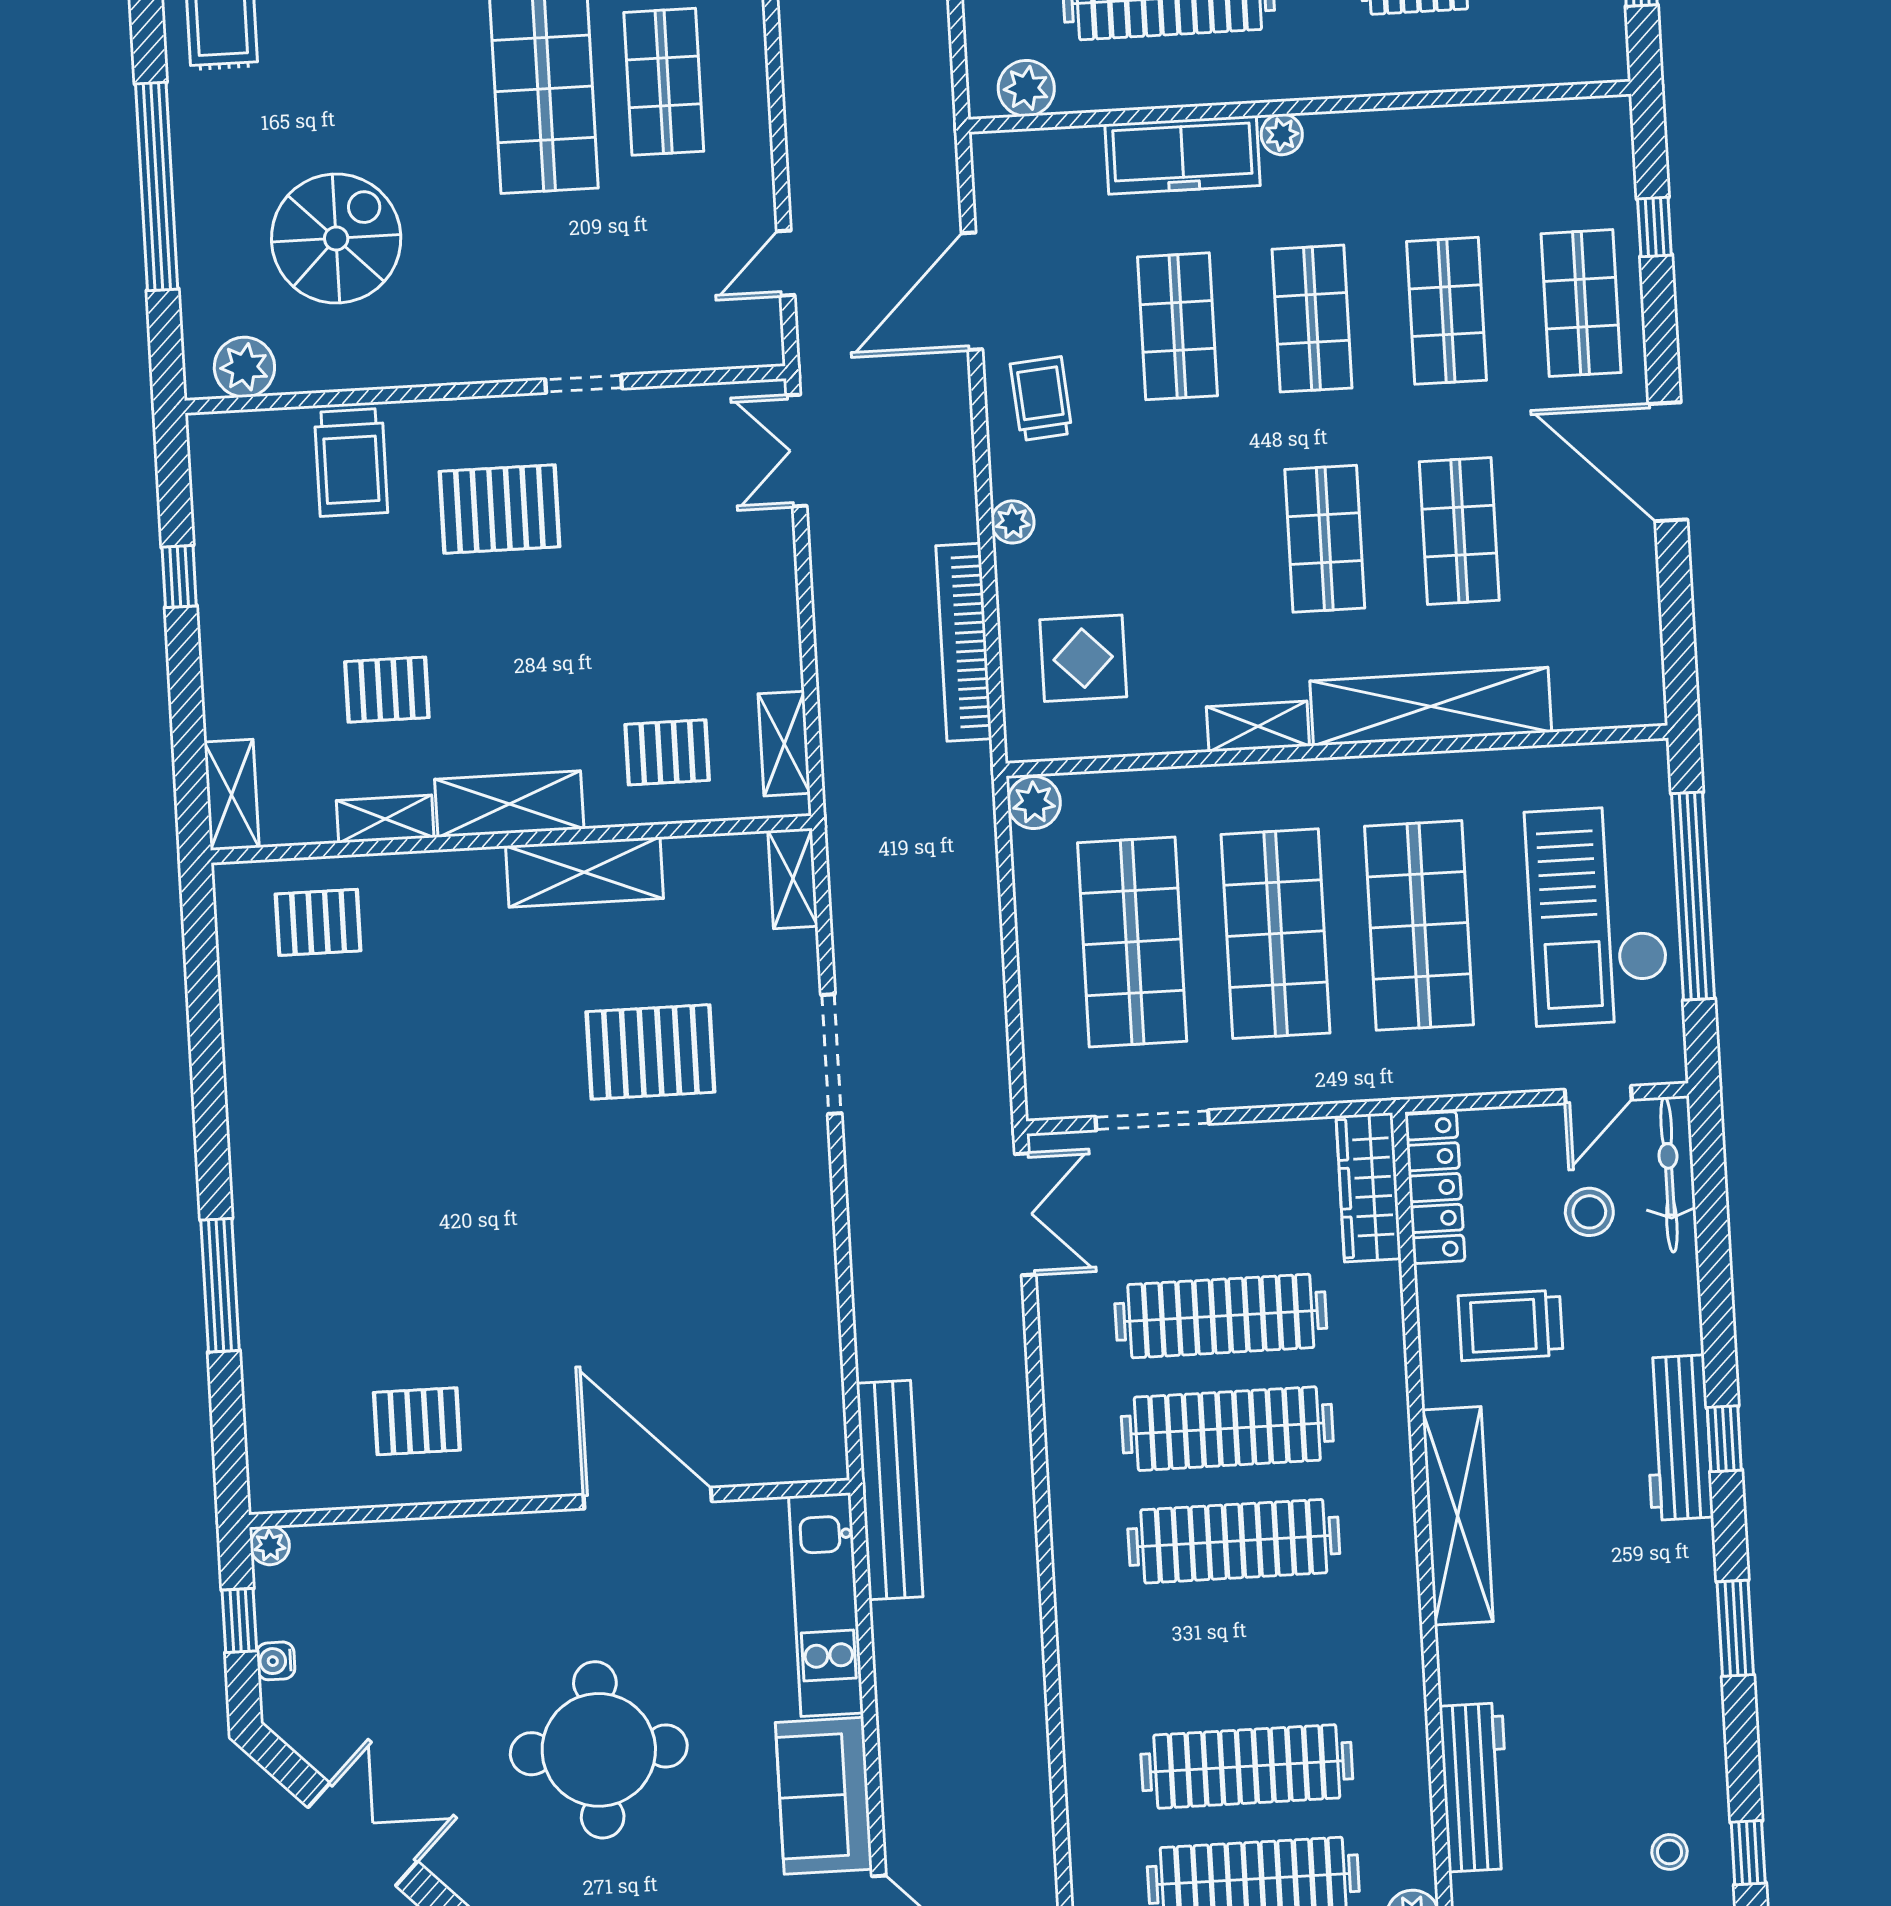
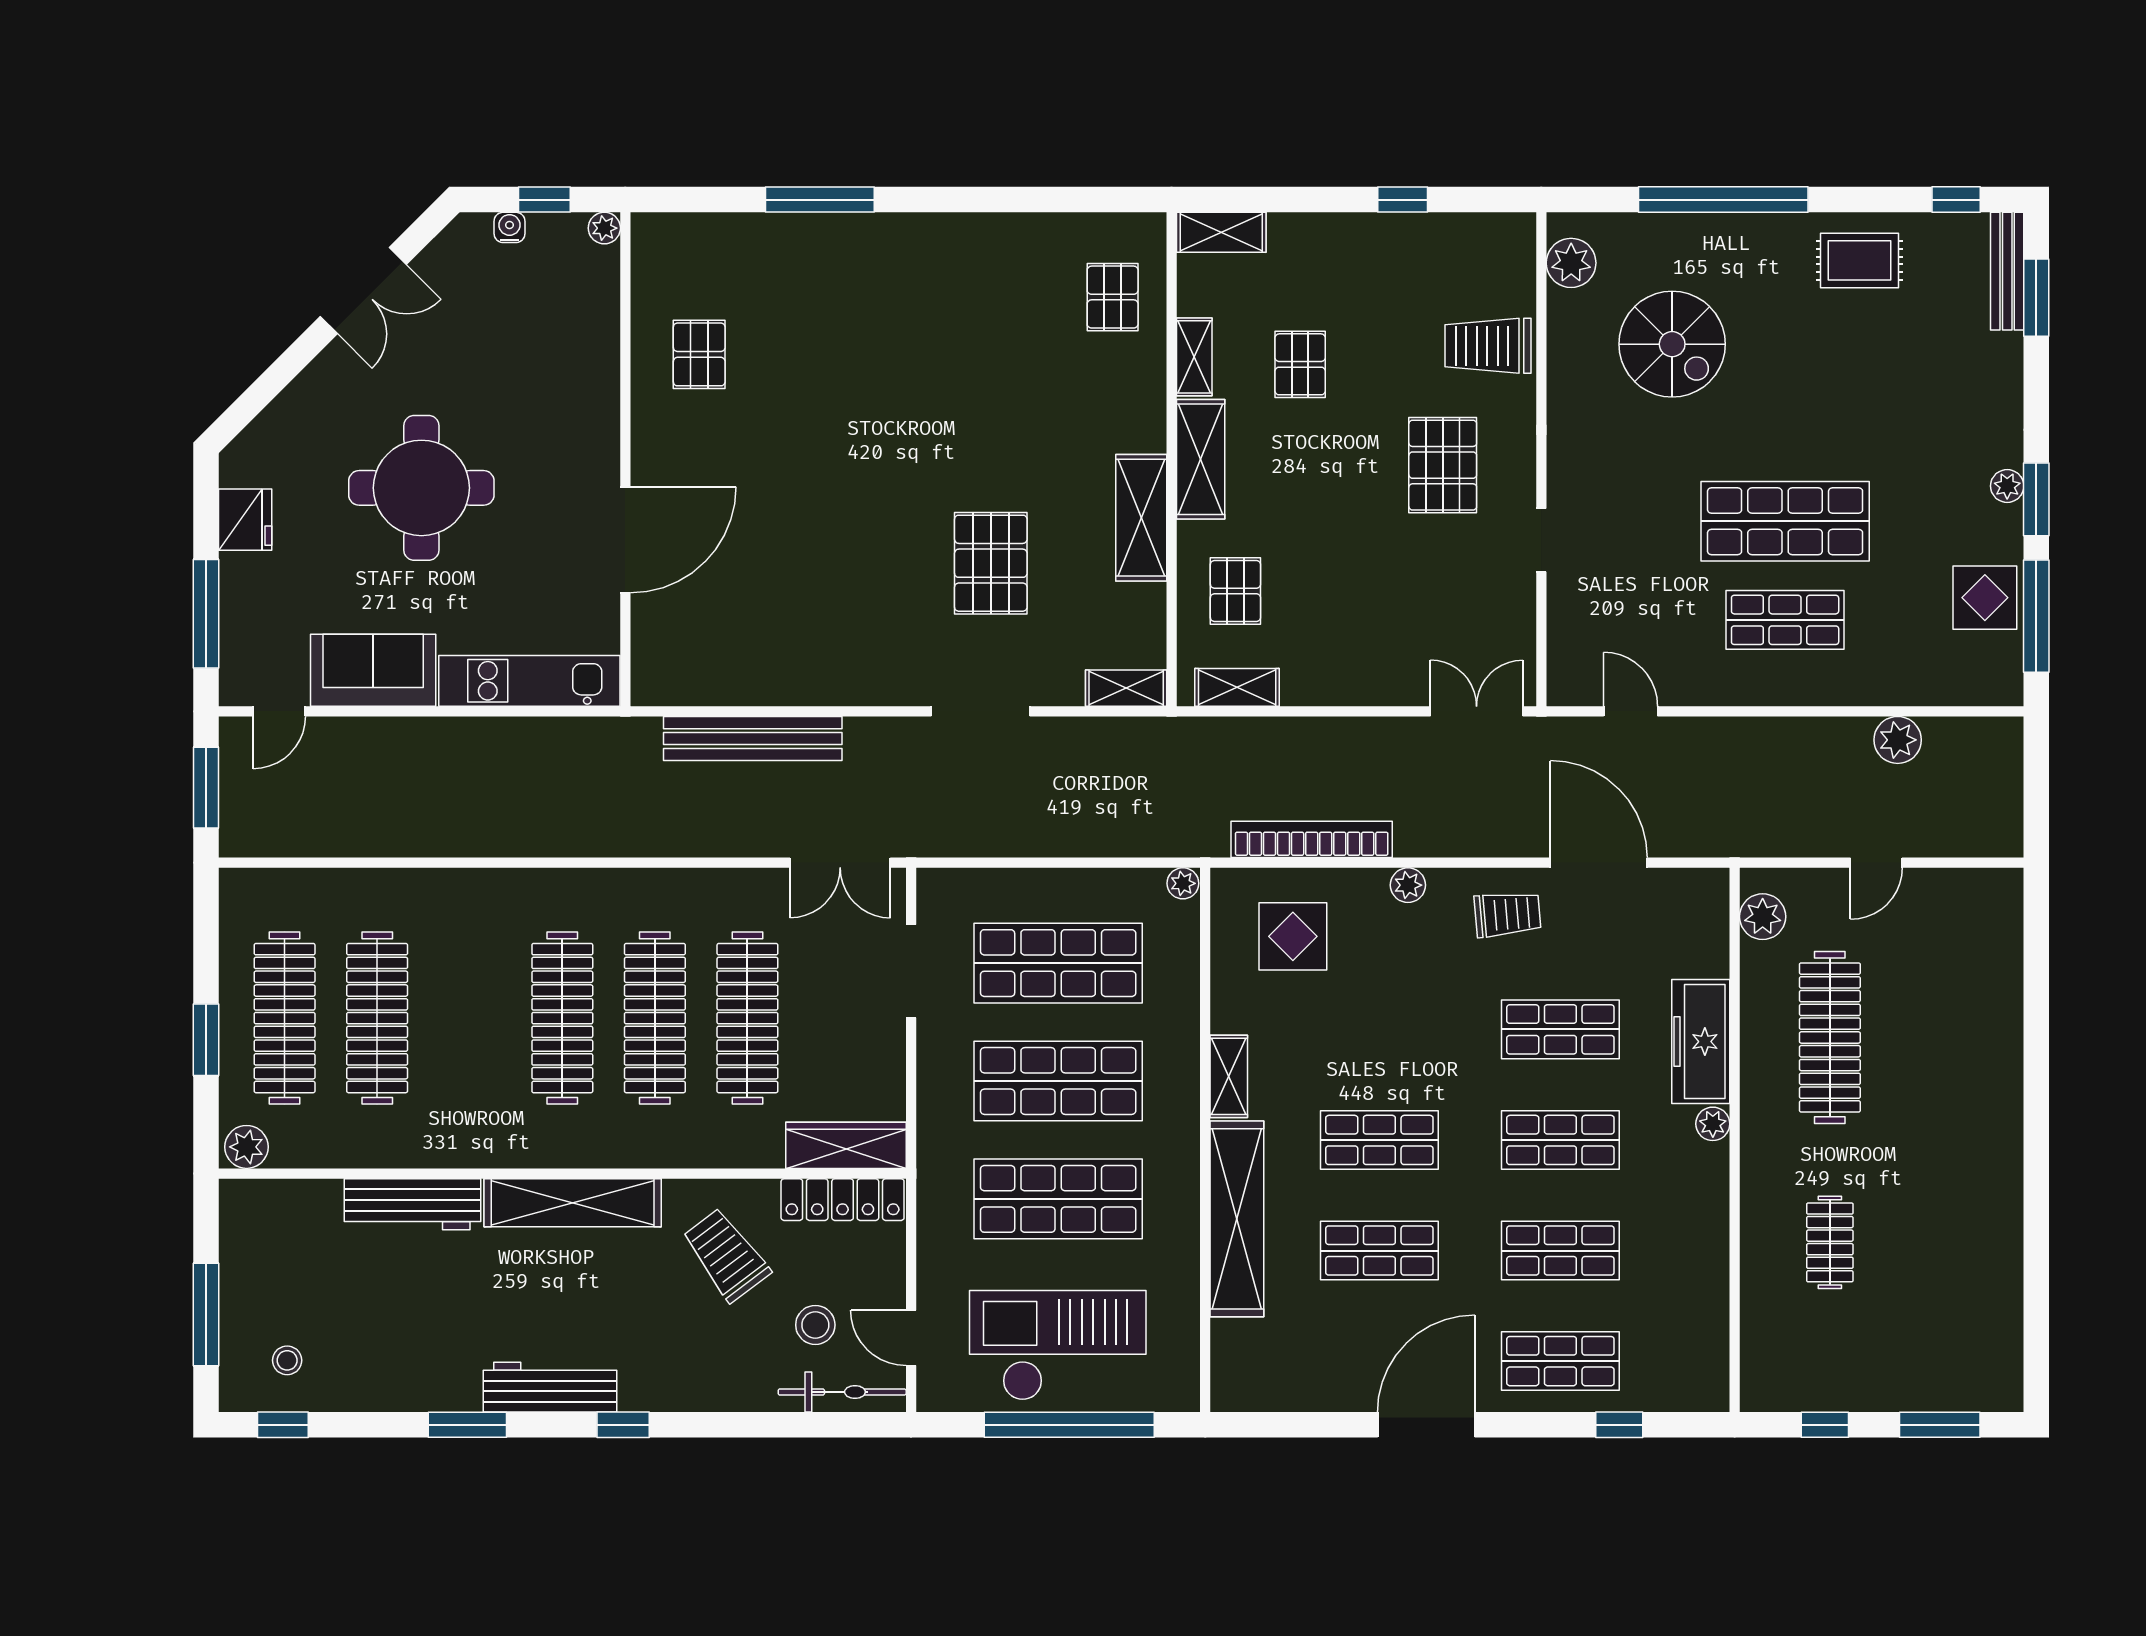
plant: (1034, 803) -> (1183, 883), width x0.73, depth x0.73
trolley: (1510, 1325) -> (726, 1255), turned -37
workbench: (1678, 1438) -> (550, 1387), moved
bench: (890, 1490) -> (753, 739), moved
workbench: (1475, 1787) -> (413, 1204), moved

